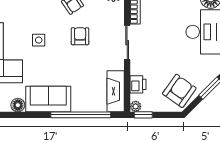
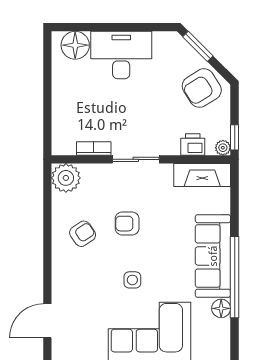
armchair: (179, 91) -> (202, 88), turned -67
sofa: (48, 99) -> (213, 256), width x1.36
window: (81, 115) -> (235, 277), moved

